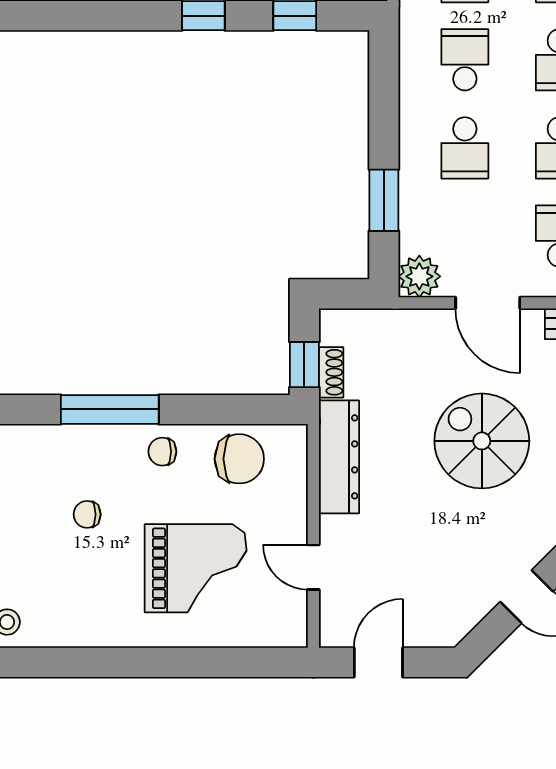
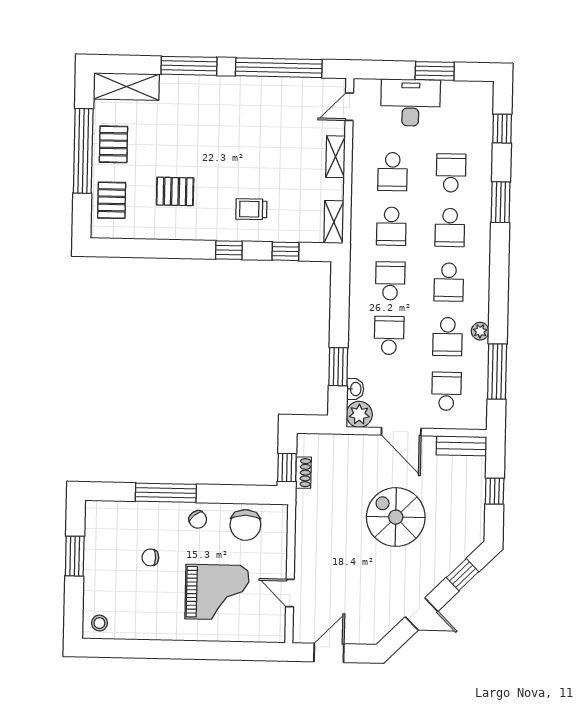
school desk: (465, 148) -> (389, 335), turned 180
washbasin: (412, 236) -> (355, 389), added
chair: (162, 452) -> (198, 520), turned -129
dresser: (339, 457) -> (307, 525), removed
chair: (239, 459) -> (245, 525), turned 90

